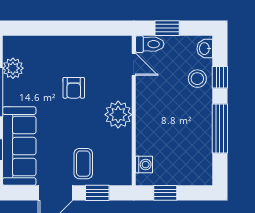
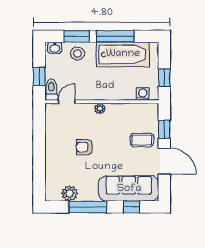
window: (220, 77) -> (76, 36), width x1.50
armchair: (74, 88) -> (84, 147), turned 180
plant: (118, 115) -> (100, 109), width x0.53, depth x0.53
bathtub: (196, 138) -> (123, 54), added

